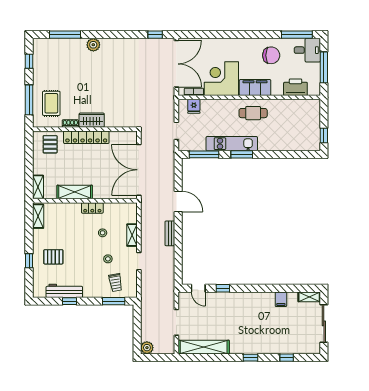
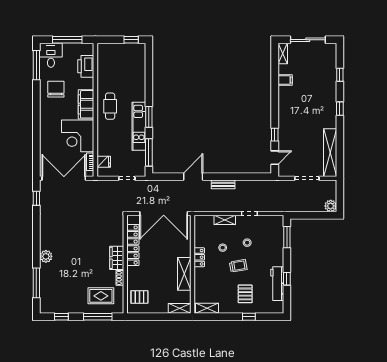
locker: (86, 137) -> (133, 245), moved
trolley: (116, 283) -> (238, 266), moved

